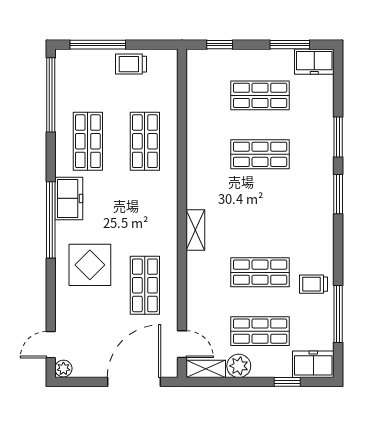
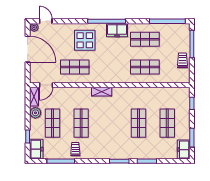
door: (134, 382) -> (28, 49), moved

